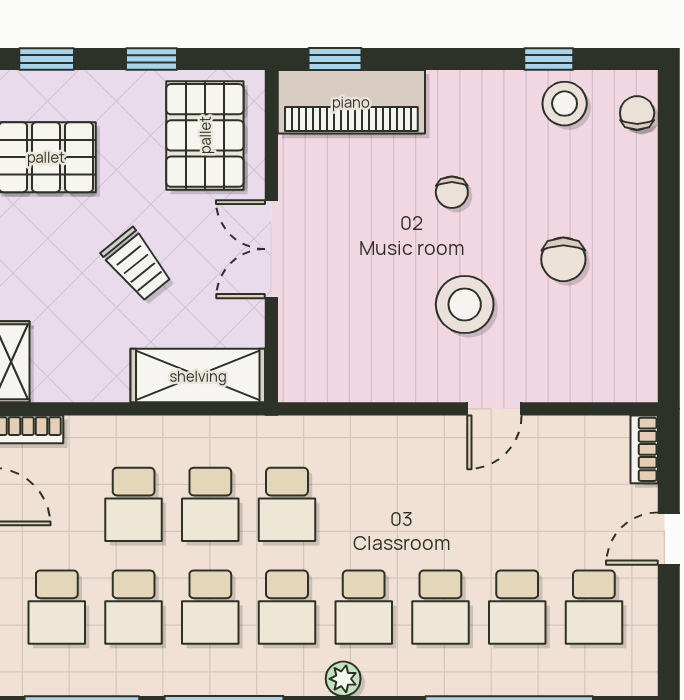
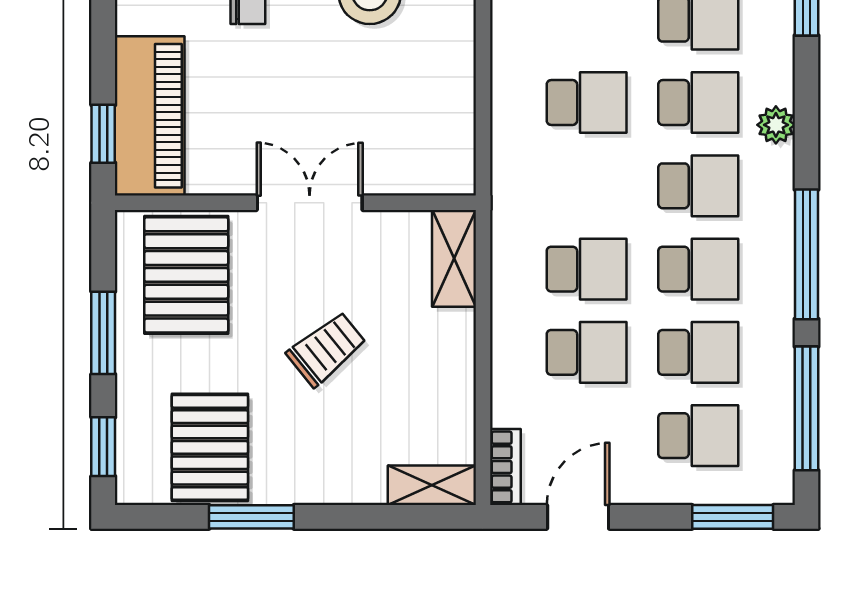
window: (152, 59) -> (103, 333), width x1.50
pallet: (205, 135) -> (186, 275), turned 90
double door: (271, 249) -> (310, 203), swing flipped
shelving: (198, 376) -> (454, 258), width x0.67, depth x0.75
school desk: (287, 504) -> (587, 102), moved

